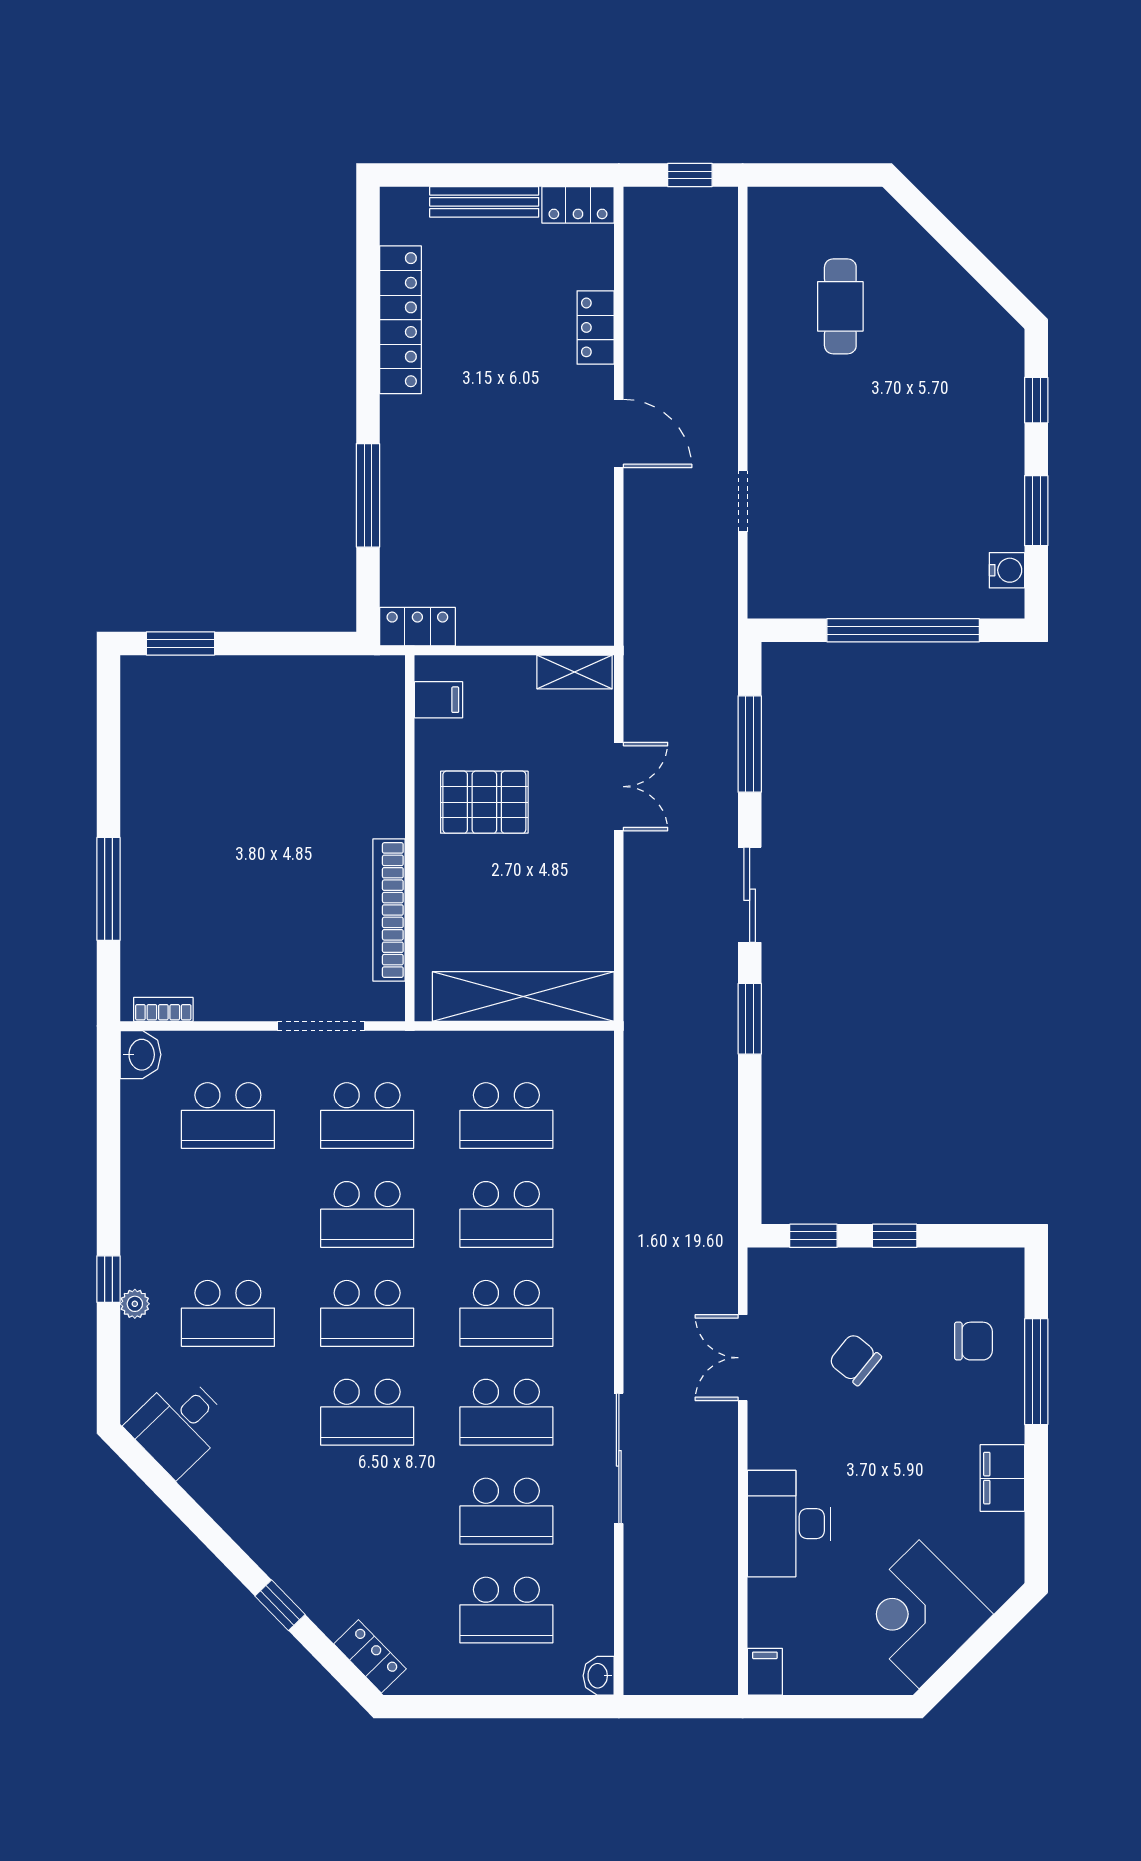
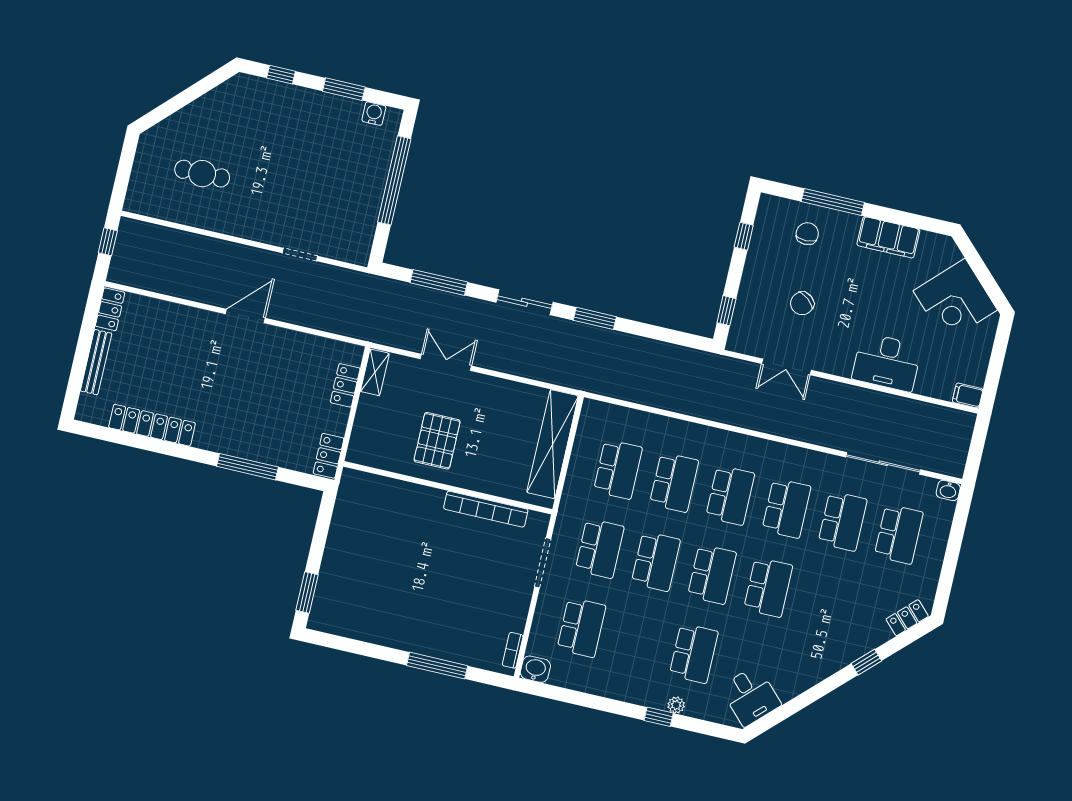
locker: (596, 327) -> (345, 385), moved, turned 90
filing cabinet: (438, 700) -> (373, 453), removed
window: (895, 1236) -> (744, 236), moved
sliding door: (619, 1458) -> (883, 463), moved
filing cabinet: (1002, 1478) -> (888, 237), width x1.50, depth x1.17

